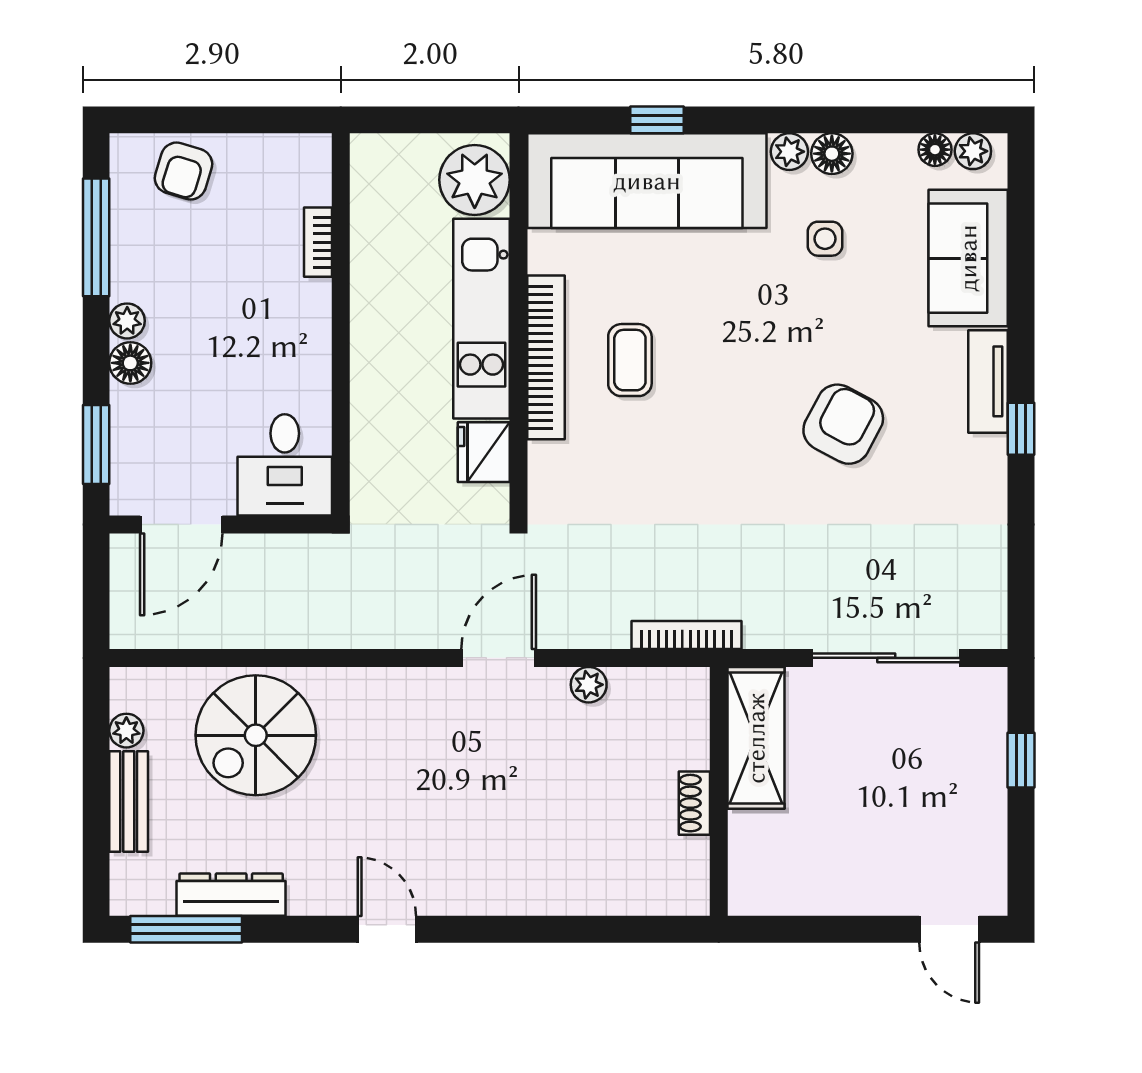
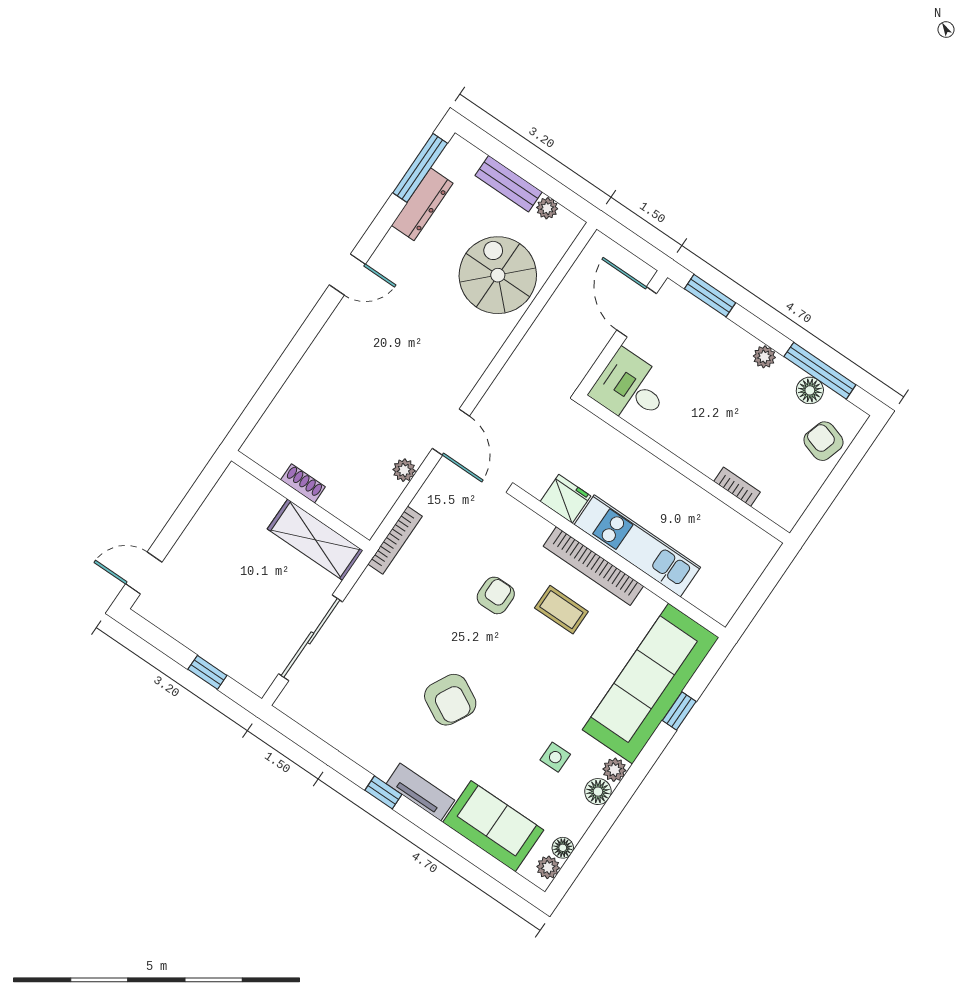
plant: (475, 180) -> (713, 592), removed
floor lamp: (130, 363) -> (810, 390), moved
armchair: (669, 457) -> (496, 595), added

